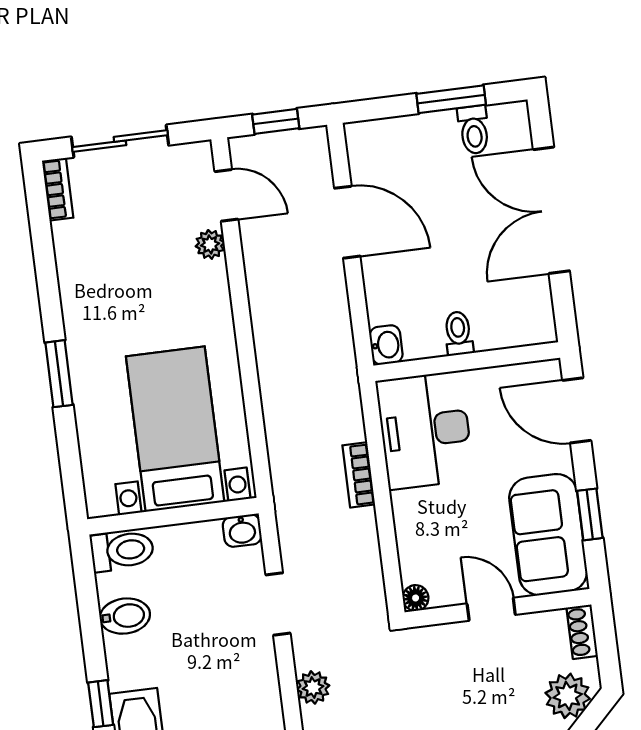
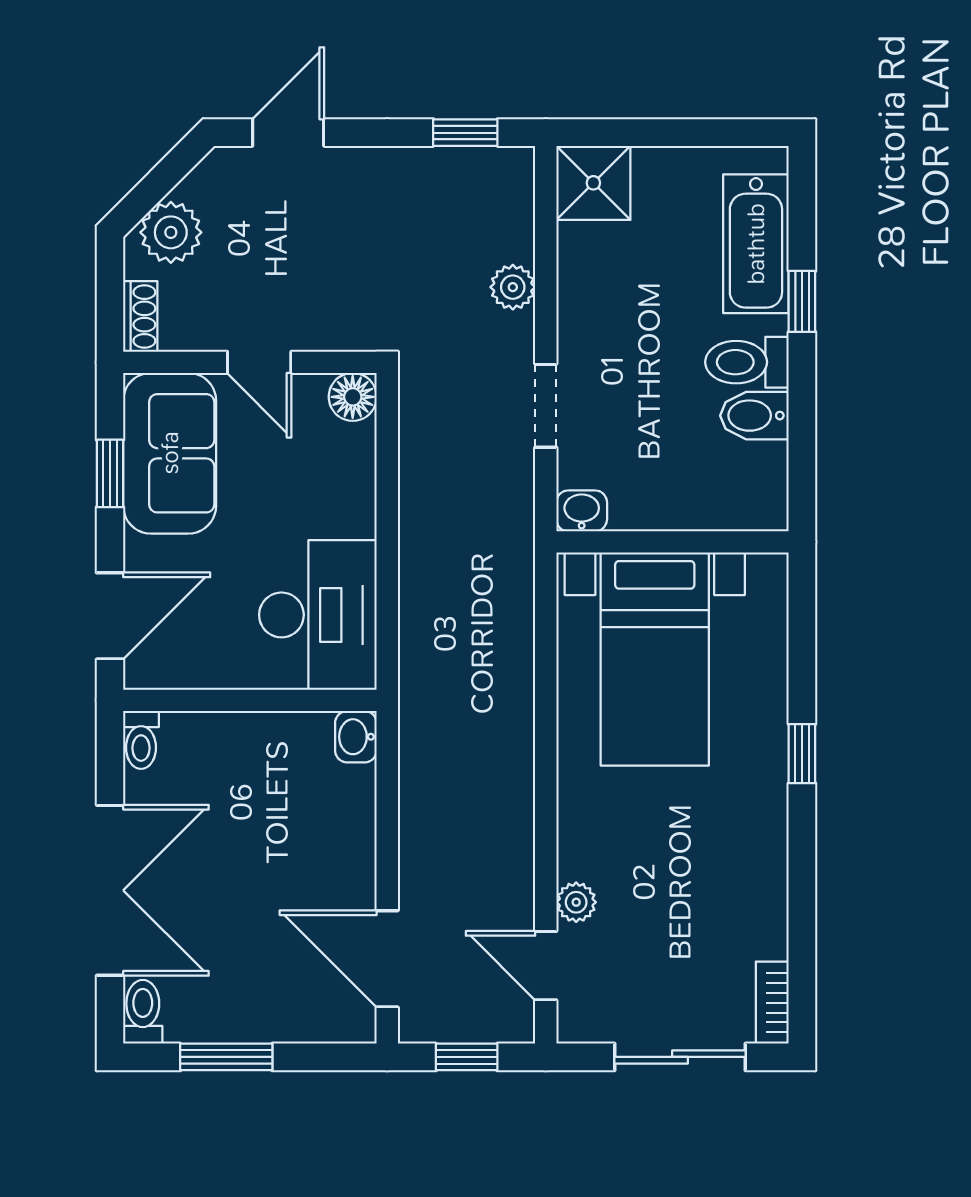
toilet: (474, 130) -> (143, 1012), moved
door: (347, 222) -> (387, 959), moved
toilet: (458, 333) -> (141, 740), moved
window: (59, 374) -> (802, 754), width x0.67
door: (577, 410) -> (110, 616), hinge flipped
bookcase: (359, 475) -> (415, 566), removed
toilet: (122, 550) -> (747, 362), moved
floor lamp: (416, 598) -> (353, 397), width x1.37, depth x1.37

